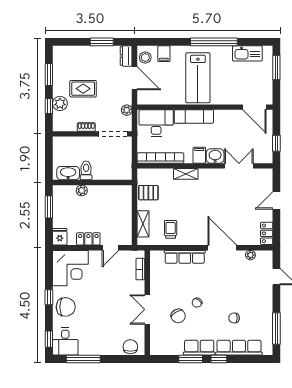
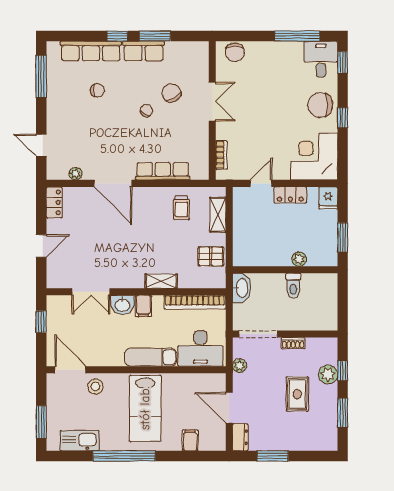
stool: (145, 58) -> (95, 386), moved
lab bench: (198, 78) -> (145, 408), turned 180
rug: (83, 89) -> (297, 394), turned 90
washbasin: (68, 173) -> (242, 288), moved, turned -90

